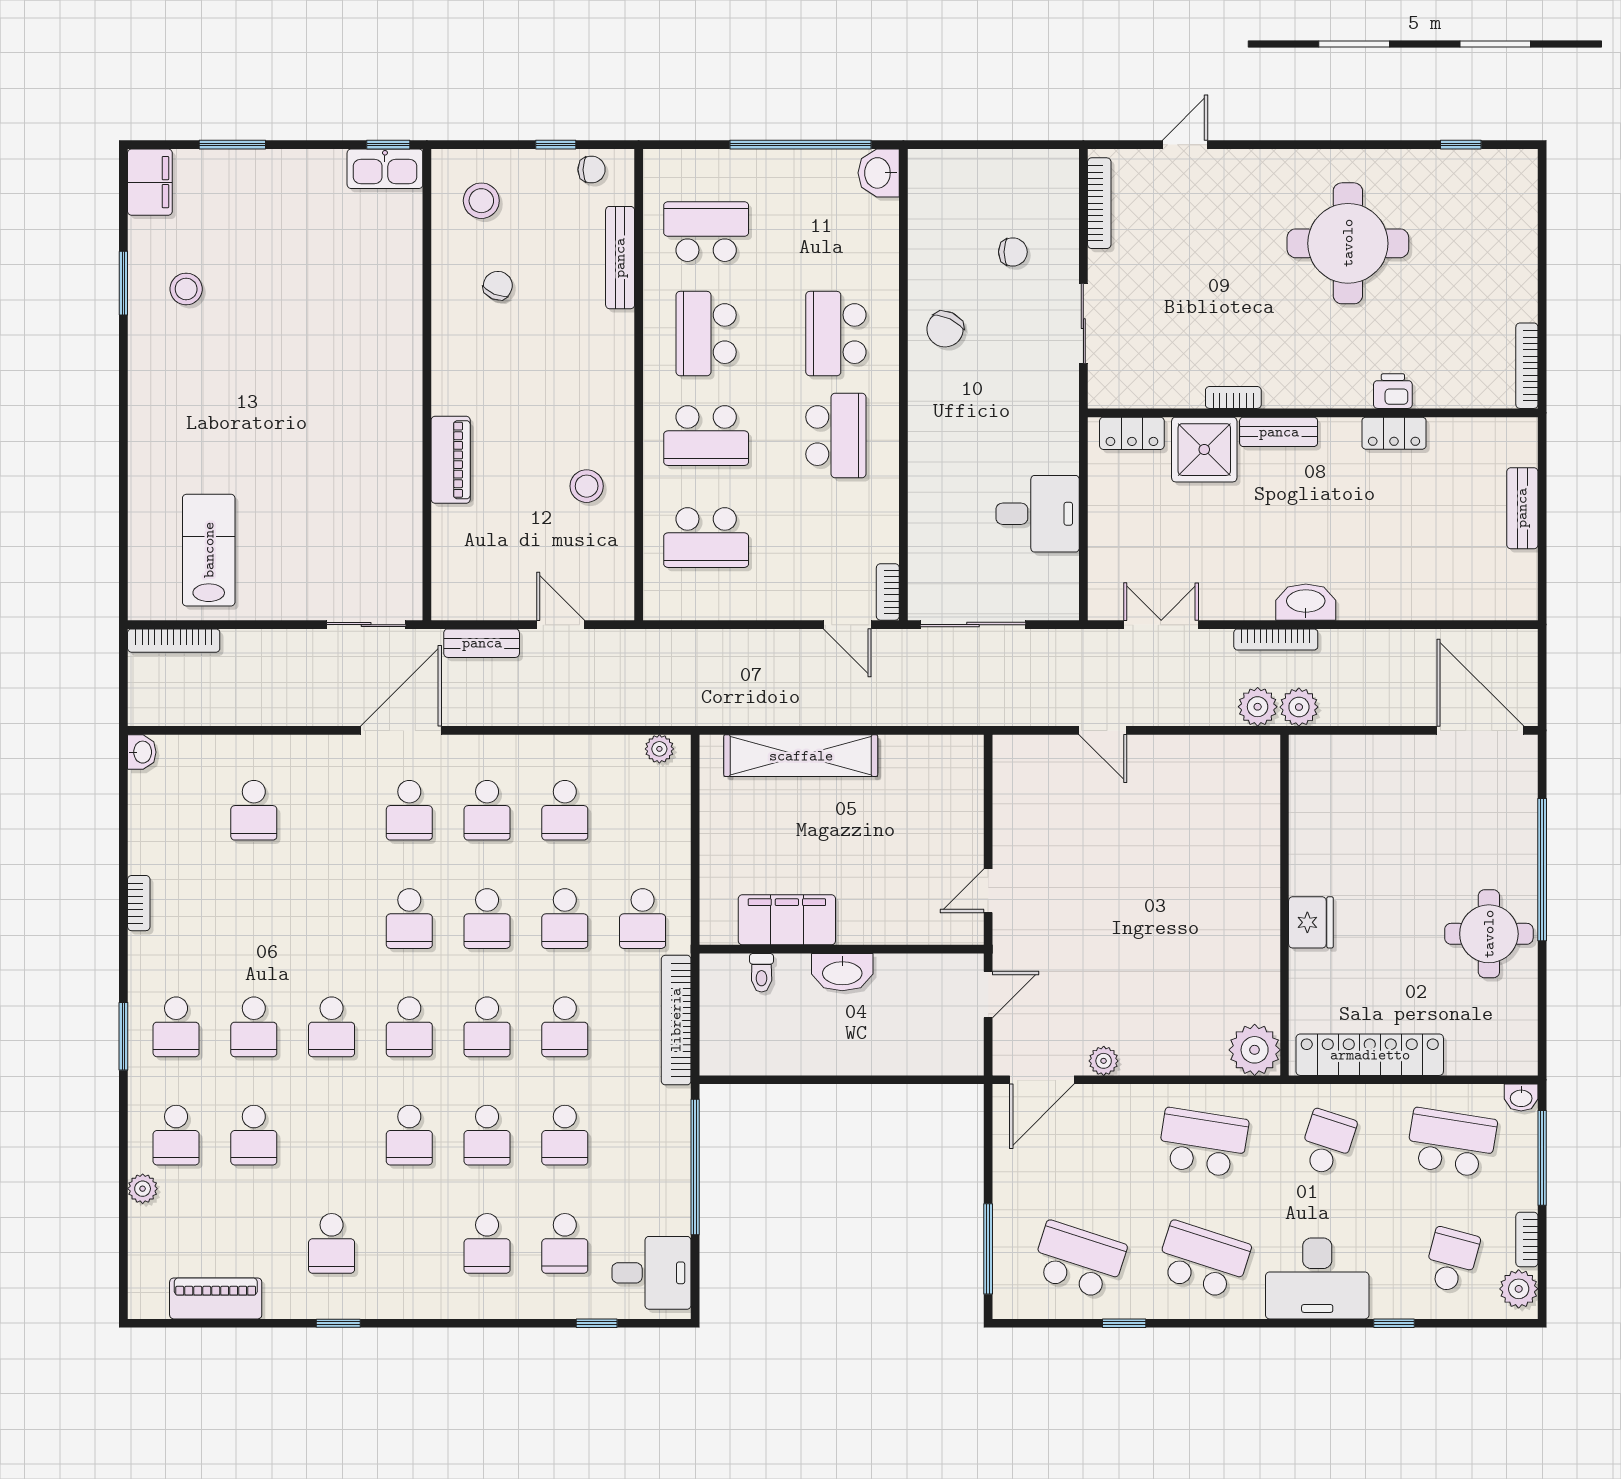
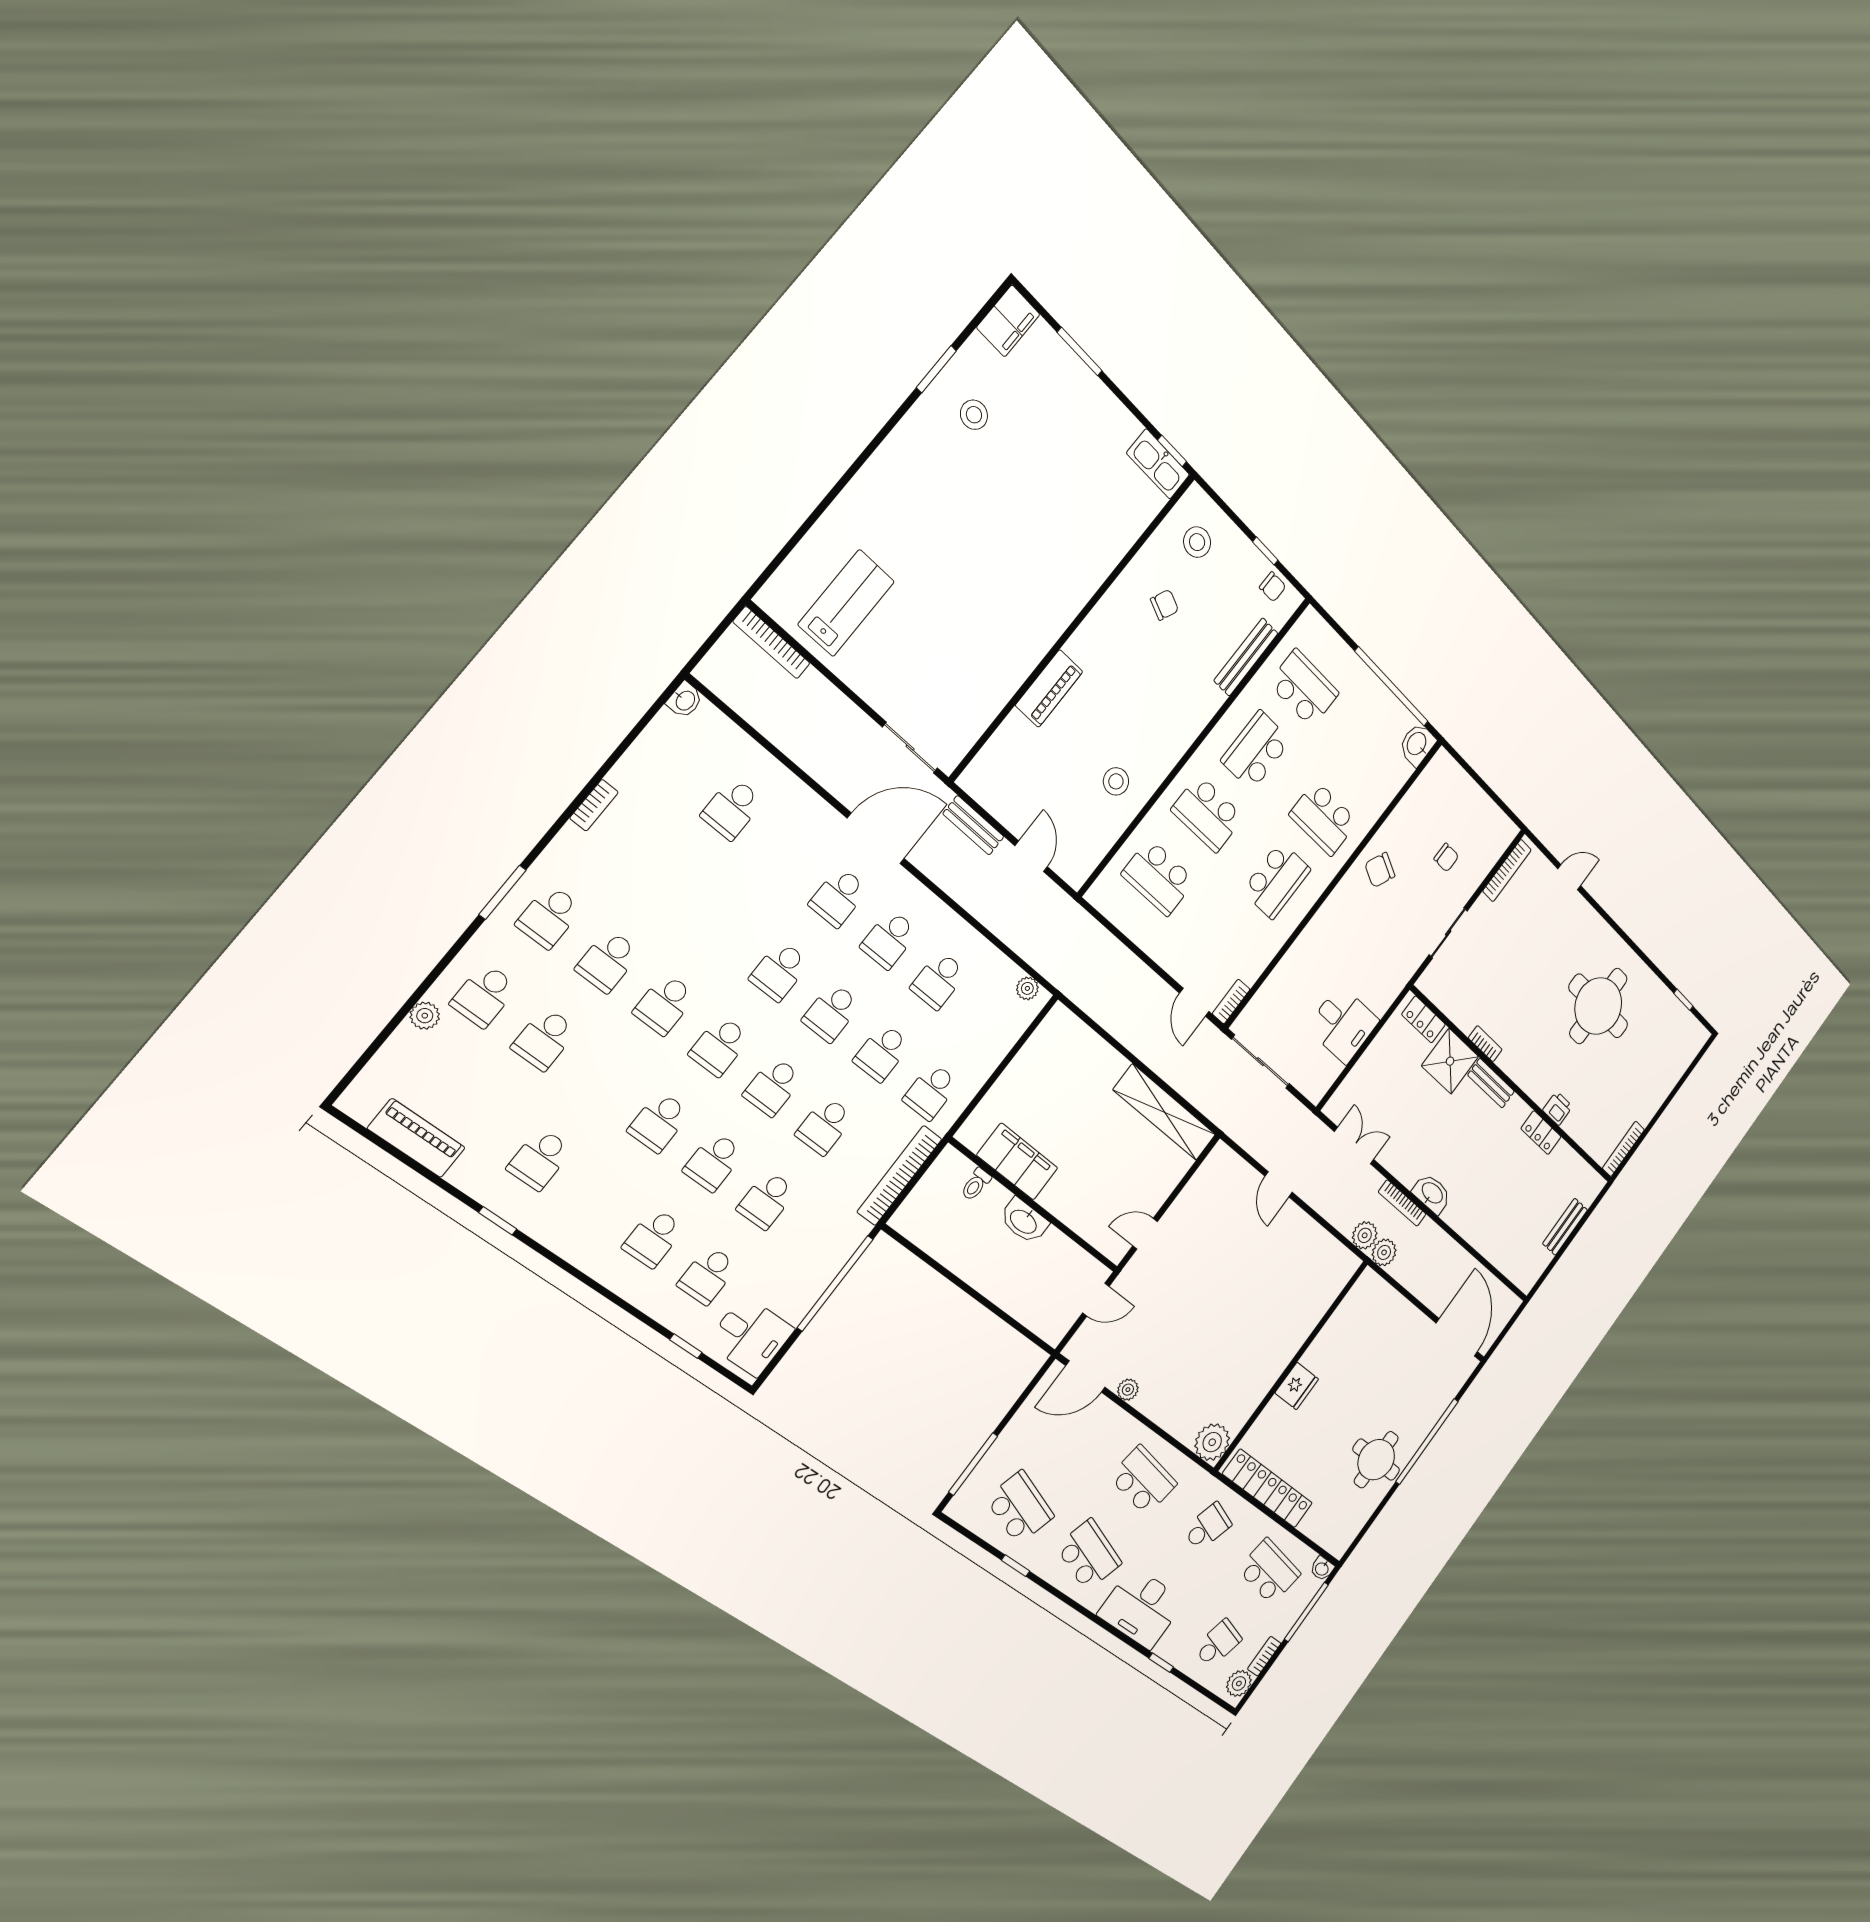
school desk: (836, 334) -> (1323, 818), turned -90
shelving: (801, 756) -> (1165, 1112), moved

